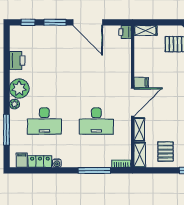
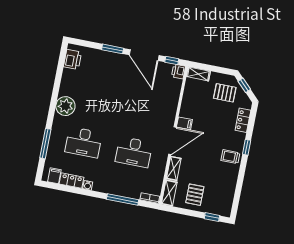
window: (28, 22) -> (172, 61), moved
printer: (17, 61) -> (73, 59), moved
plant: (14, 104) -> (58, 120), removed

